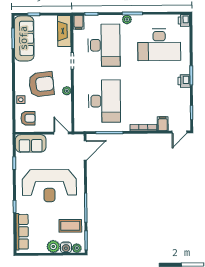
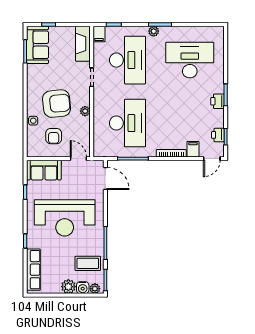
printer: (184, 20) -> (218, 135), moved
sofa: (24, 38) -> (38, 45), width x0.73
desk: (159, 45) -> (190, 60), turned 180
armchair: (28, 118) -> (54, 136), moved, turned 90
door: (85, 150) -> (105, 178), hinge flipped

